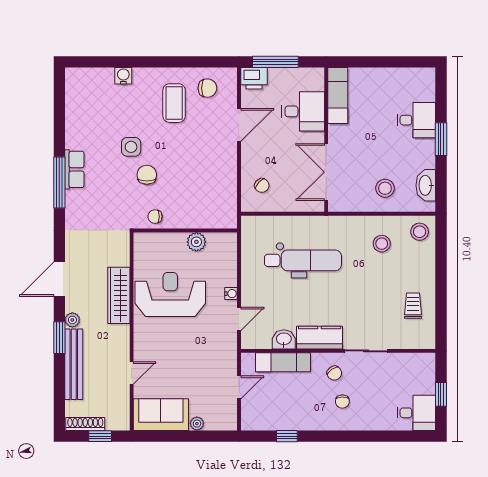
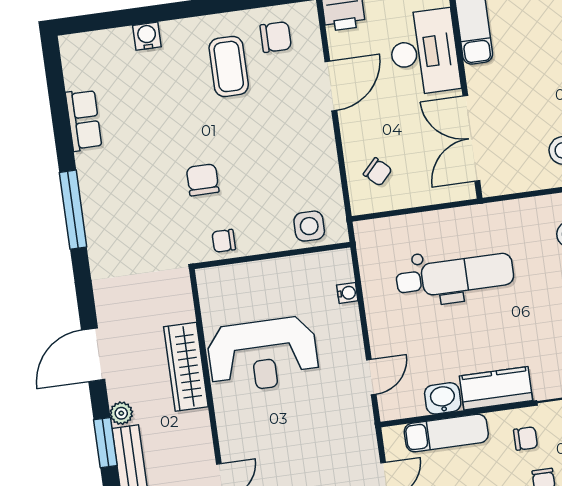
desk: (303, 111) -> (424, 52), width x1.37
side table: (131, 147) -> (309, 226), moved
row of seats: (74, 169) -> (84, 120), moved
plant: (196, 242) -> (291, 270), removed
water cooler: (231, 294) -> (347, 293), moved
reception desk: (170, 295) -> (263, 355), turned 180
chair: (334, 373) -> (526, 438), turned -55

